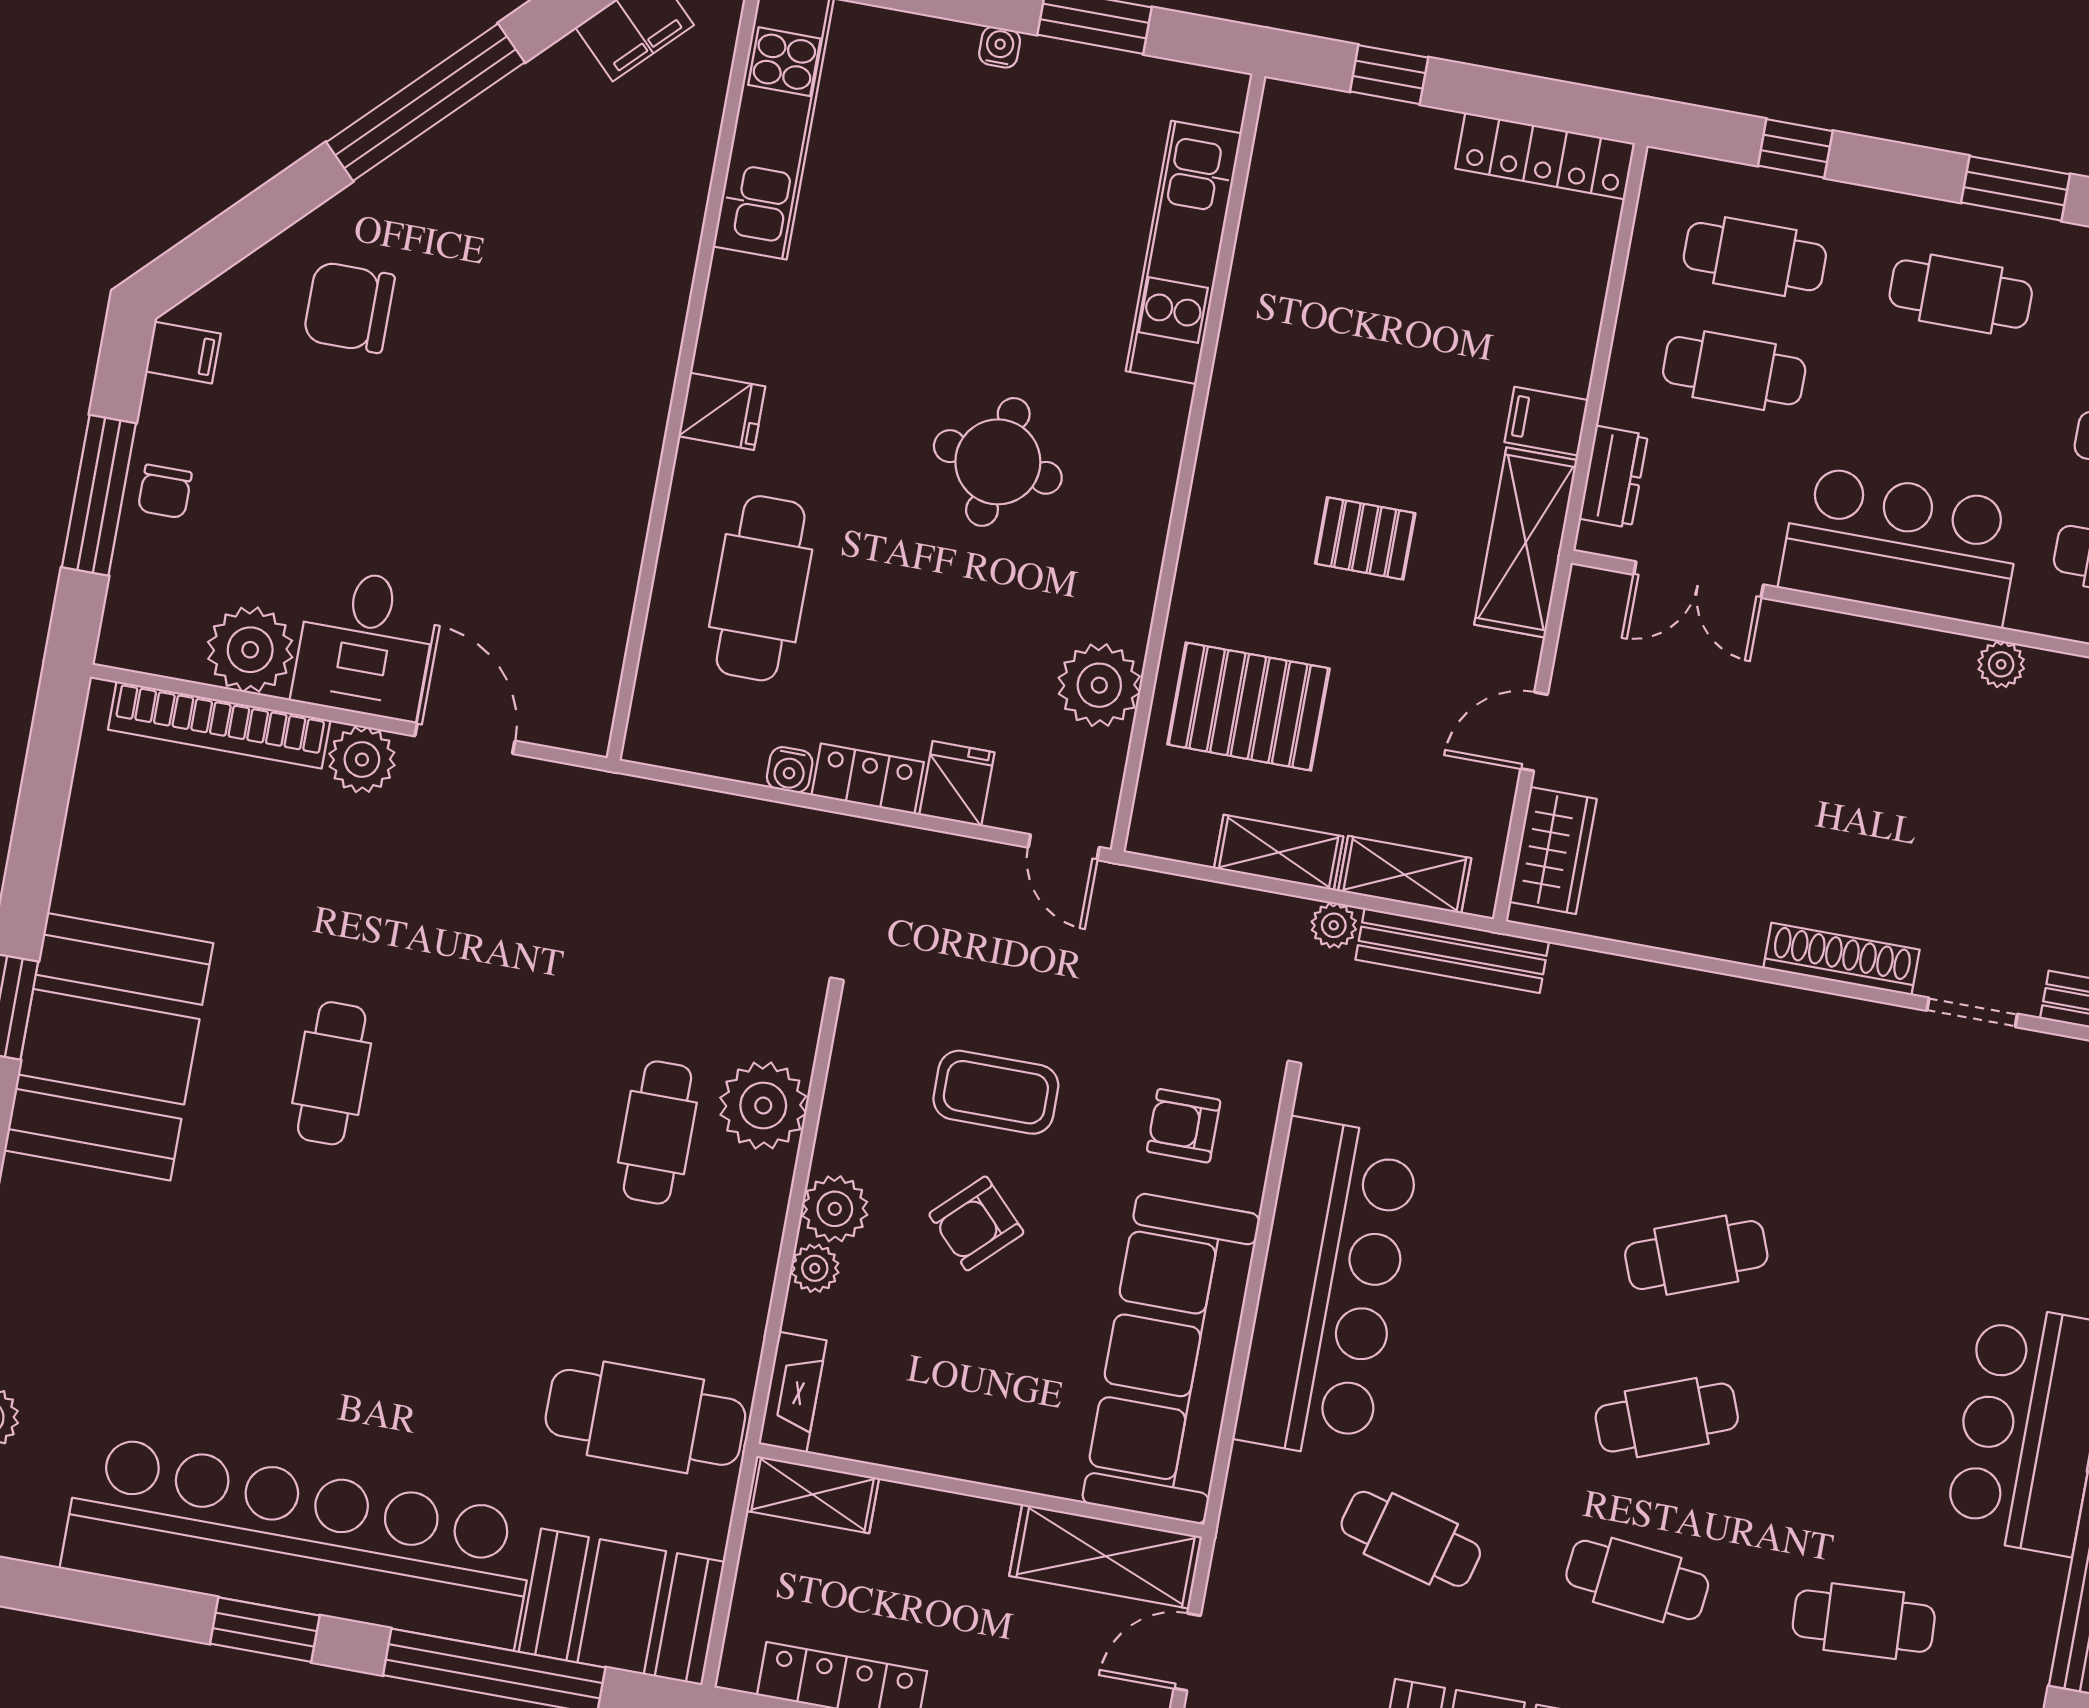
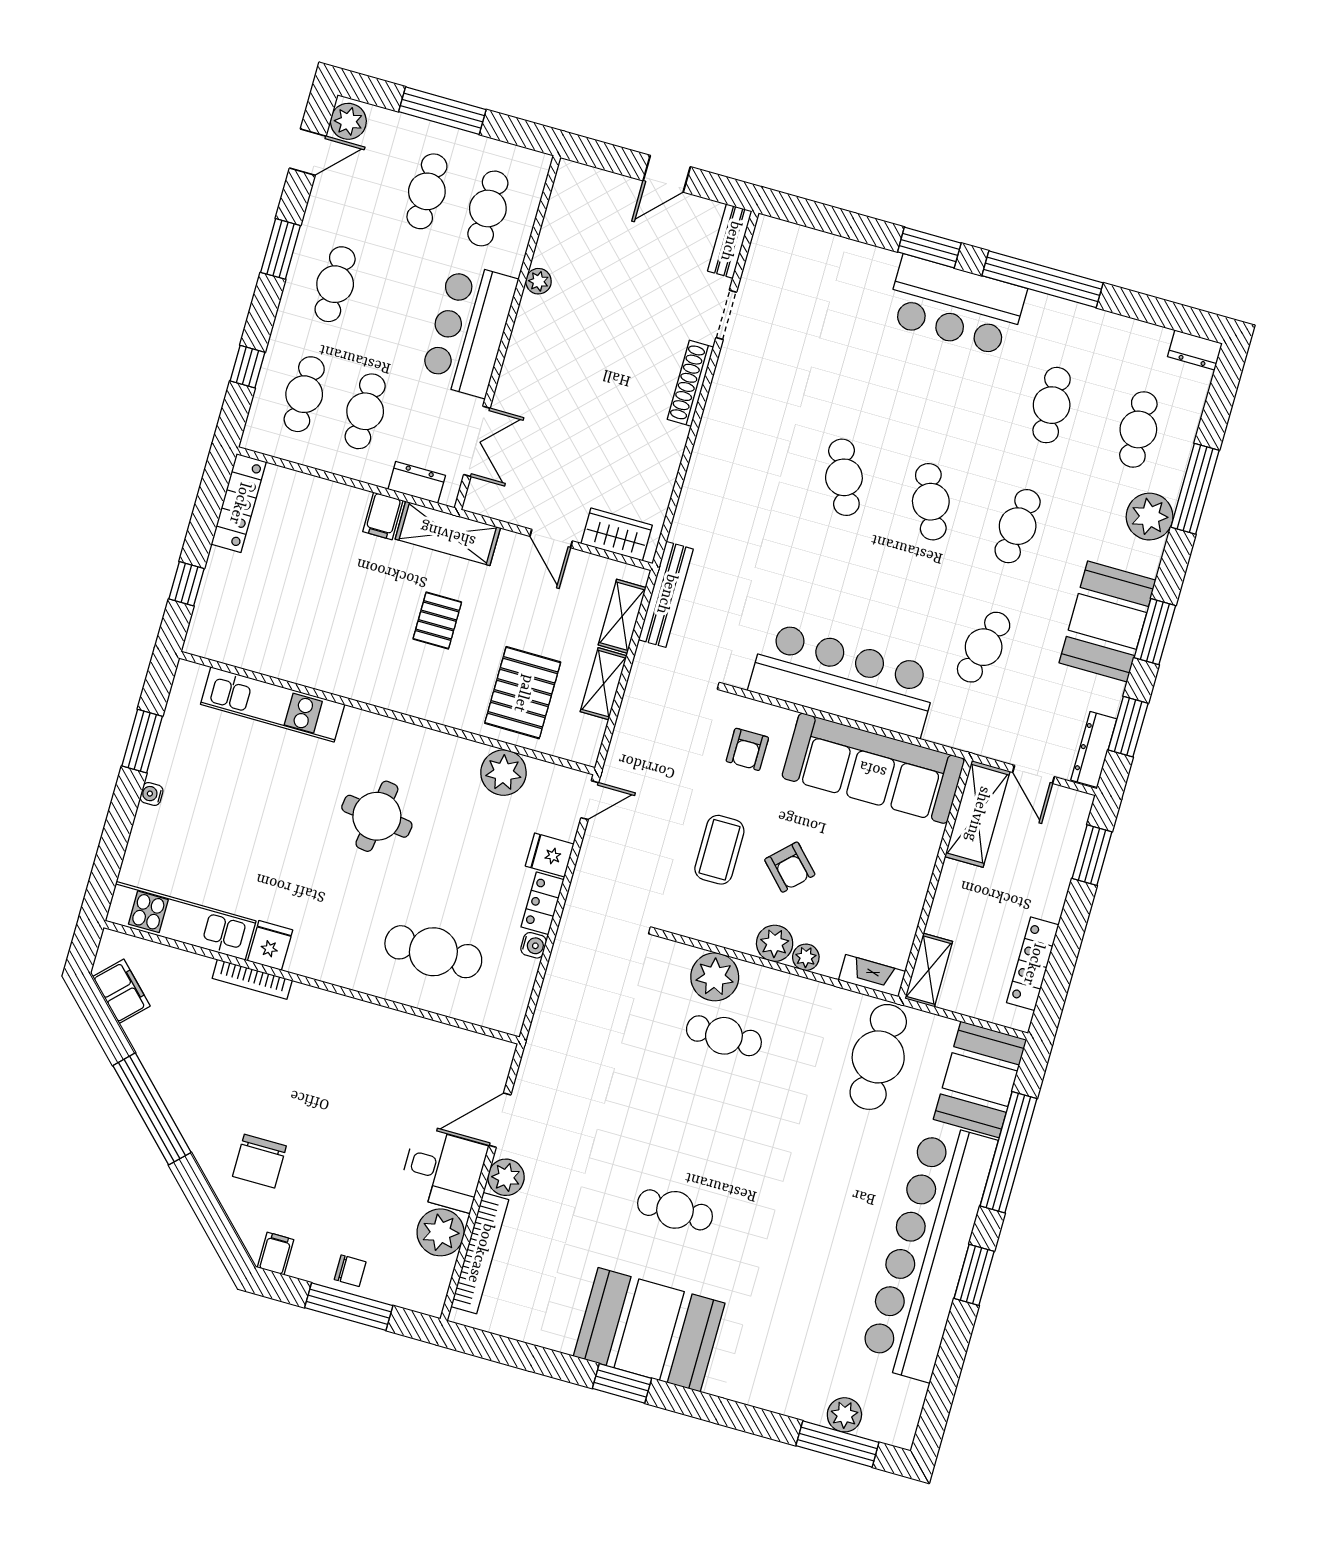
bookcase: (679, 263) -> (252, 979), added
fridge: (722, 411) -> (270, 945), moved
plant: (1334, 925) -> (646, 657), removed

